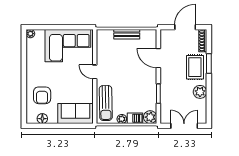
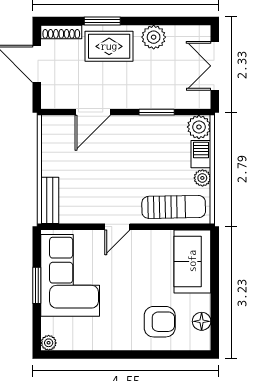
window: (62, 27) -> (37, 285), added
bench: (127, 34) -> (50, 200), moved

